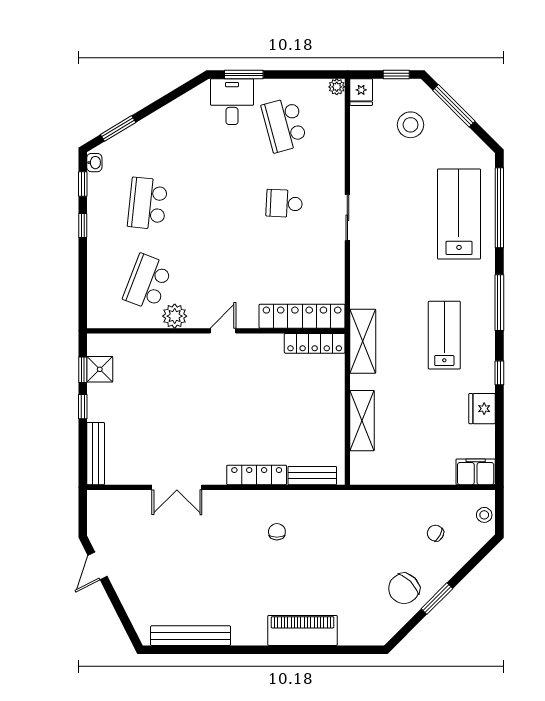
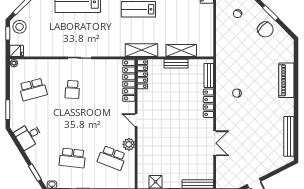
desk: (232, 102) -> (29, 136), moved, turned -31
stool: (411, 125) -> (20, 27), moved
bench: (336, 410) -> (176, 64), added

